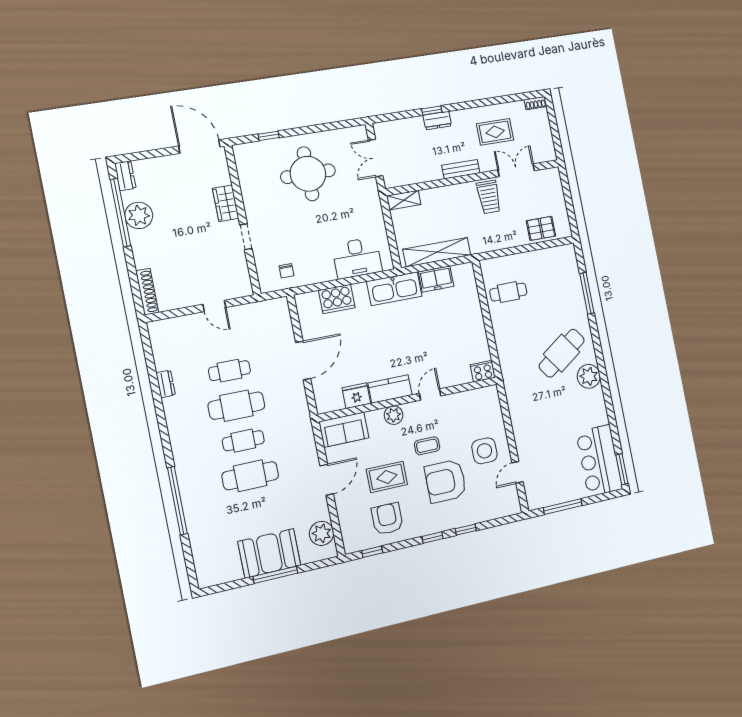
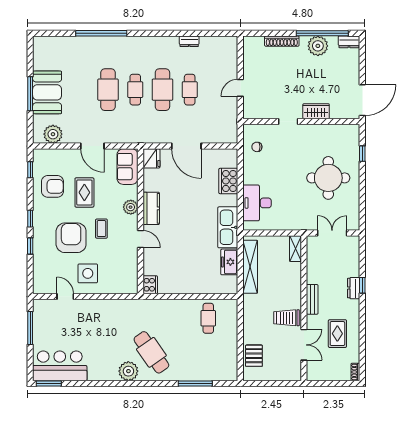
shoe rack: (147, 292) -> (282, 41), moved
fridge: (356, 396) -> (151, 158), moved

